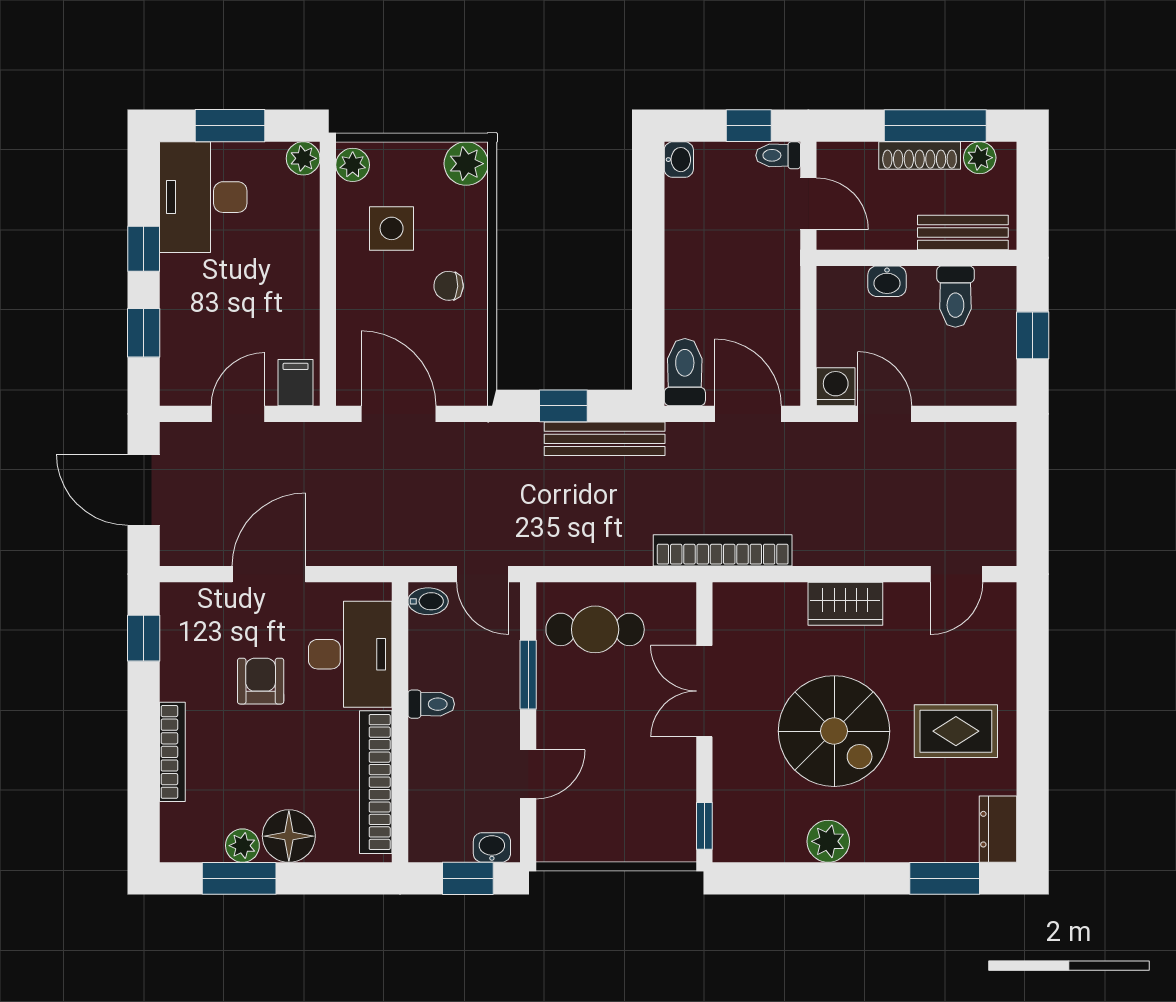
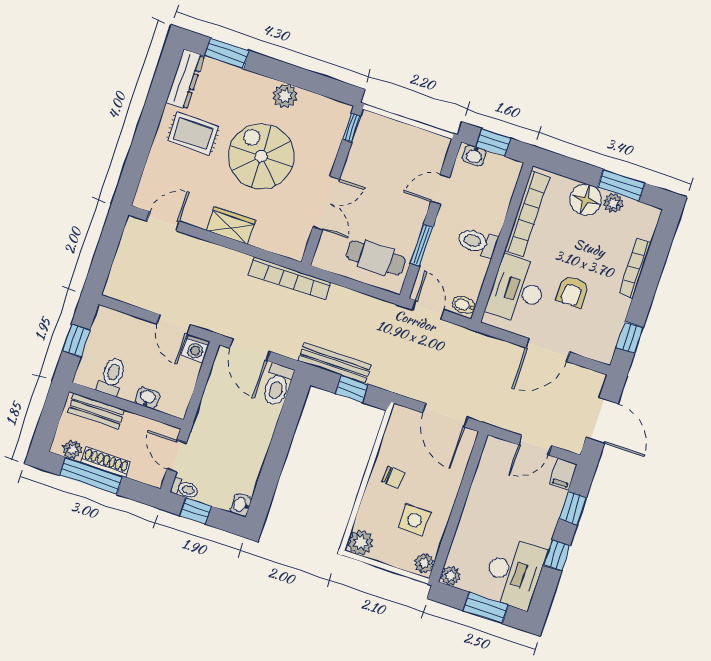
filing cabinet: (296, 383) -> (563, 474), moved
toilet: (431, 704) -> (477, 242), width x1.37, depth x1.39
dresser: (998, 829) -> (185, 79), width x1.44

